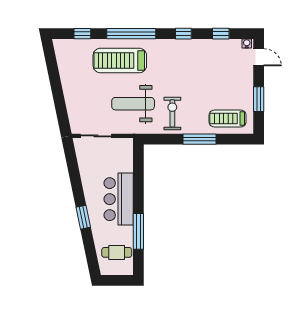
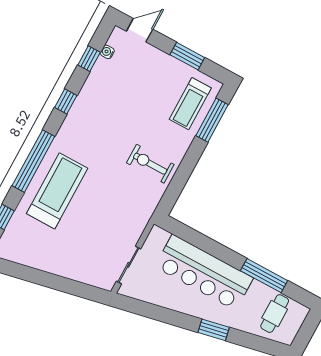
water cooler: (247, 43) -> (107, 52), moved
treadmill: (120, 61) -> (57, 191), turned 180
weight bench: (133, 104) -> (115, 202), removed
window: (200, 139) -> (212, 120), moved
bar counter: (119, 199) -> (204, 272), width x1.36

